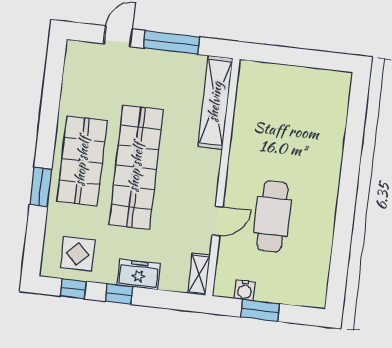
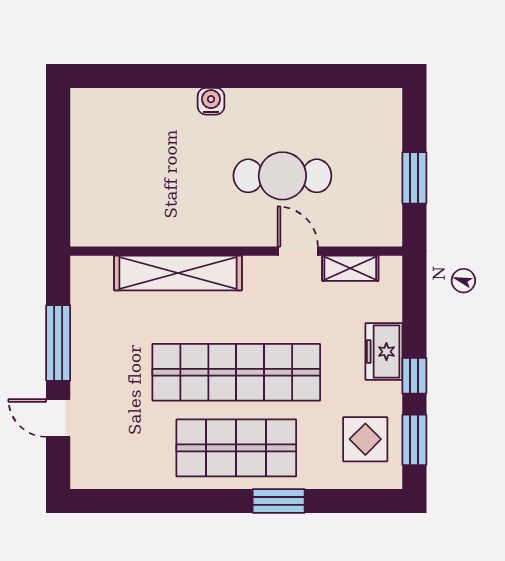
shelving: (215, 102) -> (178, 273), moved
shelving: (199, 274) -> (350, 268), moved
window: (73, 289) -> (414, 440), width x1.50
water cooler: (245, 290) -> (211, 101), moved, turned -90

